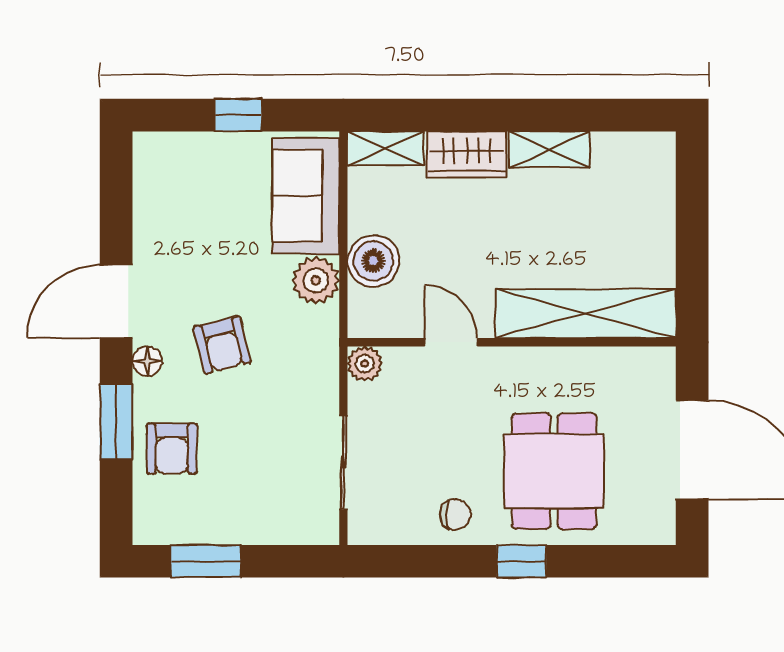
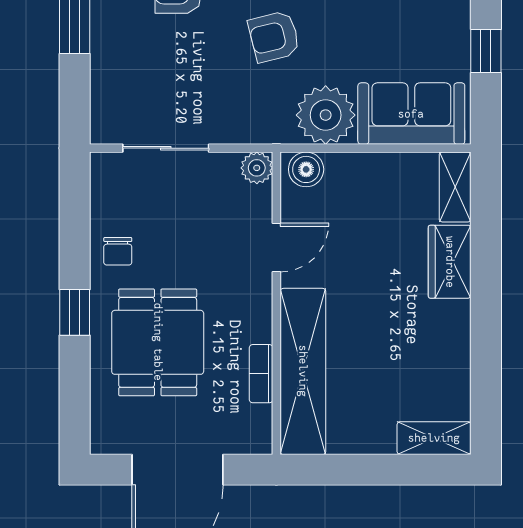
shelving: (549, 149) -> (434, 438), moved, turned 90
boiler: (373, 261) -> (306, 169), moved, width x0.73, depth x0.73
plant: (316, 280) -> (326, 115), width x1.36, depth x1.36
bookcase: (588, 359) -> (261, 374), added
dining table: (554, 471) -> (158, 342), turned 90

